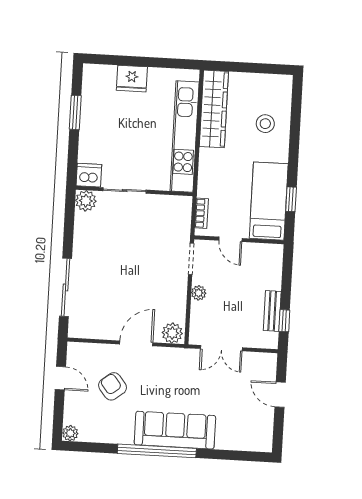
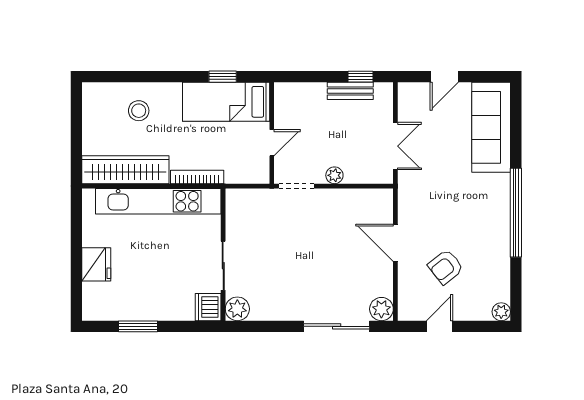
bookcase: (202, 213) -> (197, 177), moved, width x1.56
plant: (172, 333) -> (381, 309), moved
sofa: (175, 430) -> (491, 127), moved

